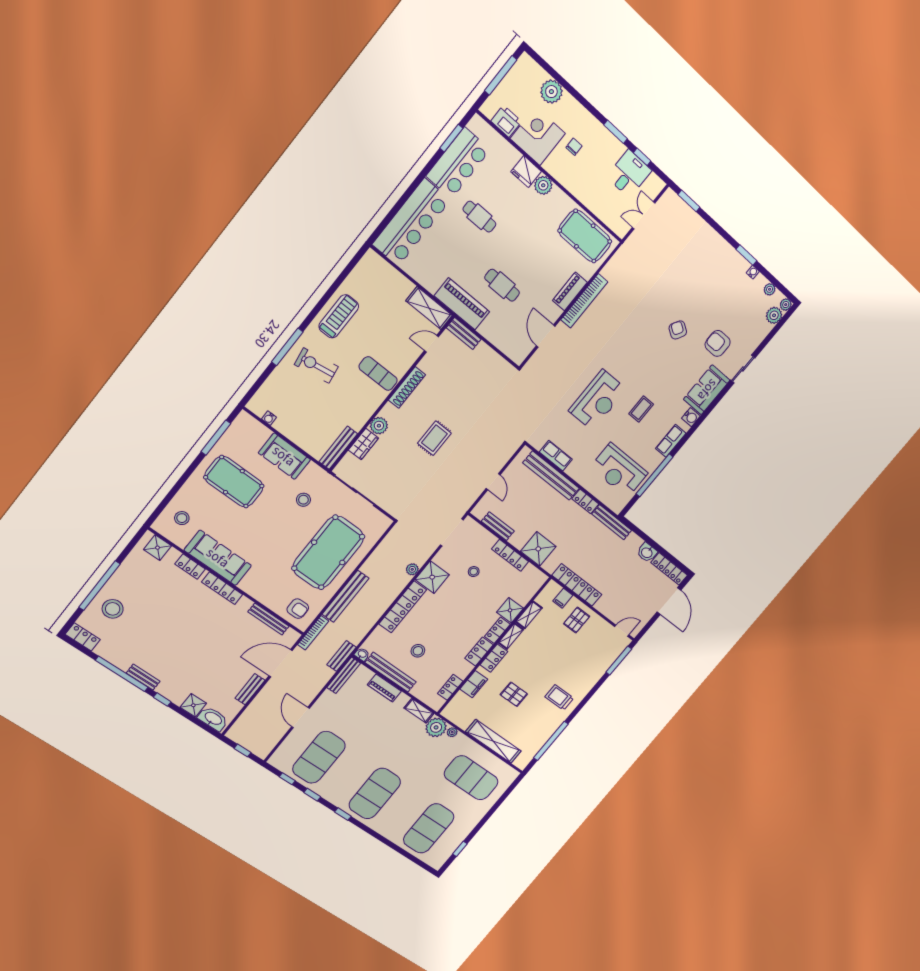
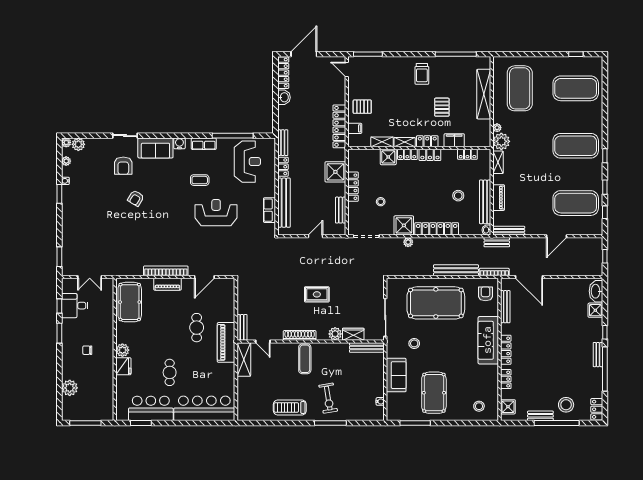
printer: (506, 121) -> (106, 400), removed
corner desk: (538, 136) -> (99, 376), removed
bench: (612, 522) -> (283, 143), width x0.73
sofa: (218, 558) -> (488, 340), moved
bench: (250, 689) -> (540, 416), moved

